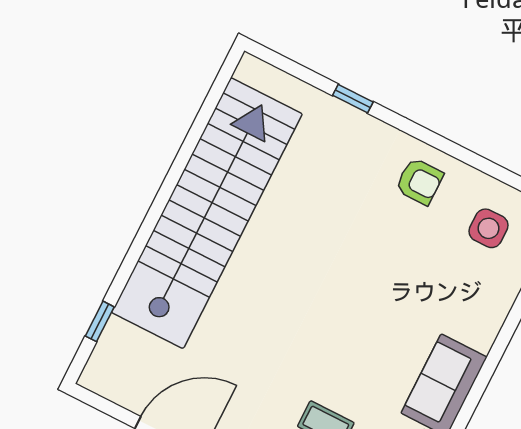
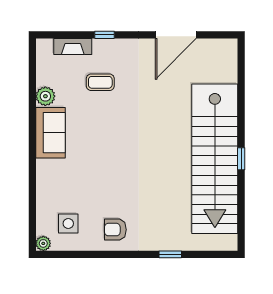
window: (100, 321) -> (241, 159), moved

